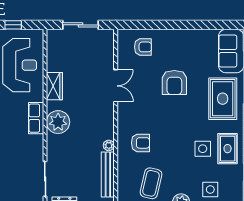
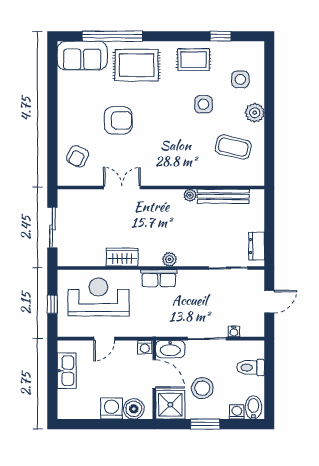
armchair: (143, 47) -> (78, 156), turned -153
plant: (58, 122) -> (169, 259), width x0.53, depth x0.53
armchair: (140, 143) -> (187, 159), removed
side table: (203, 149) -> (203, 104), moved

